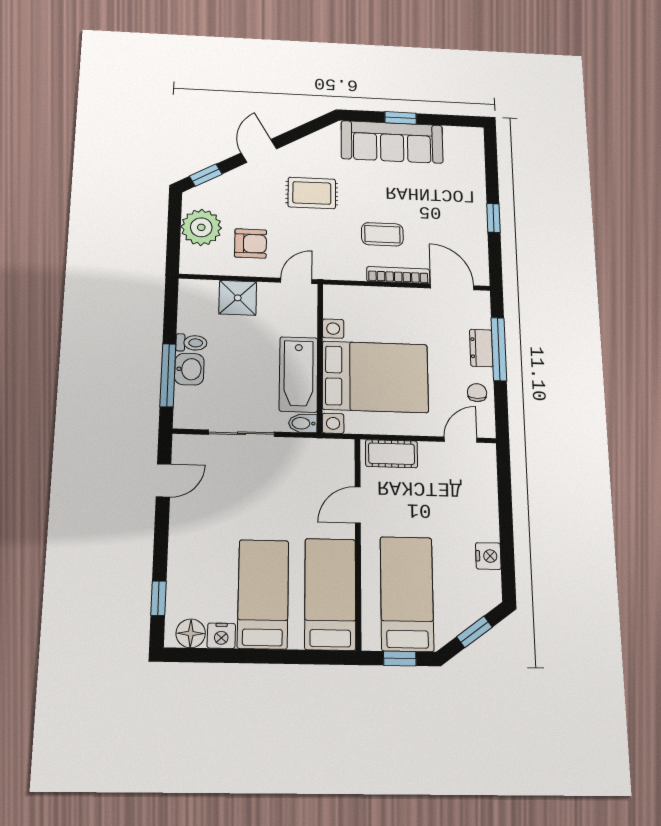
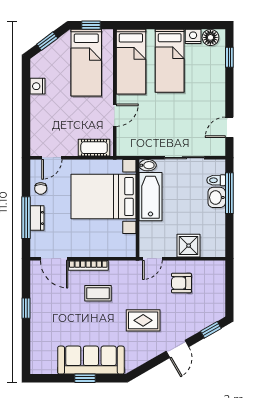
plant: (201, 227) -> (213, 293), removed
toilet: (191, 343) -> (216, 180), moved

